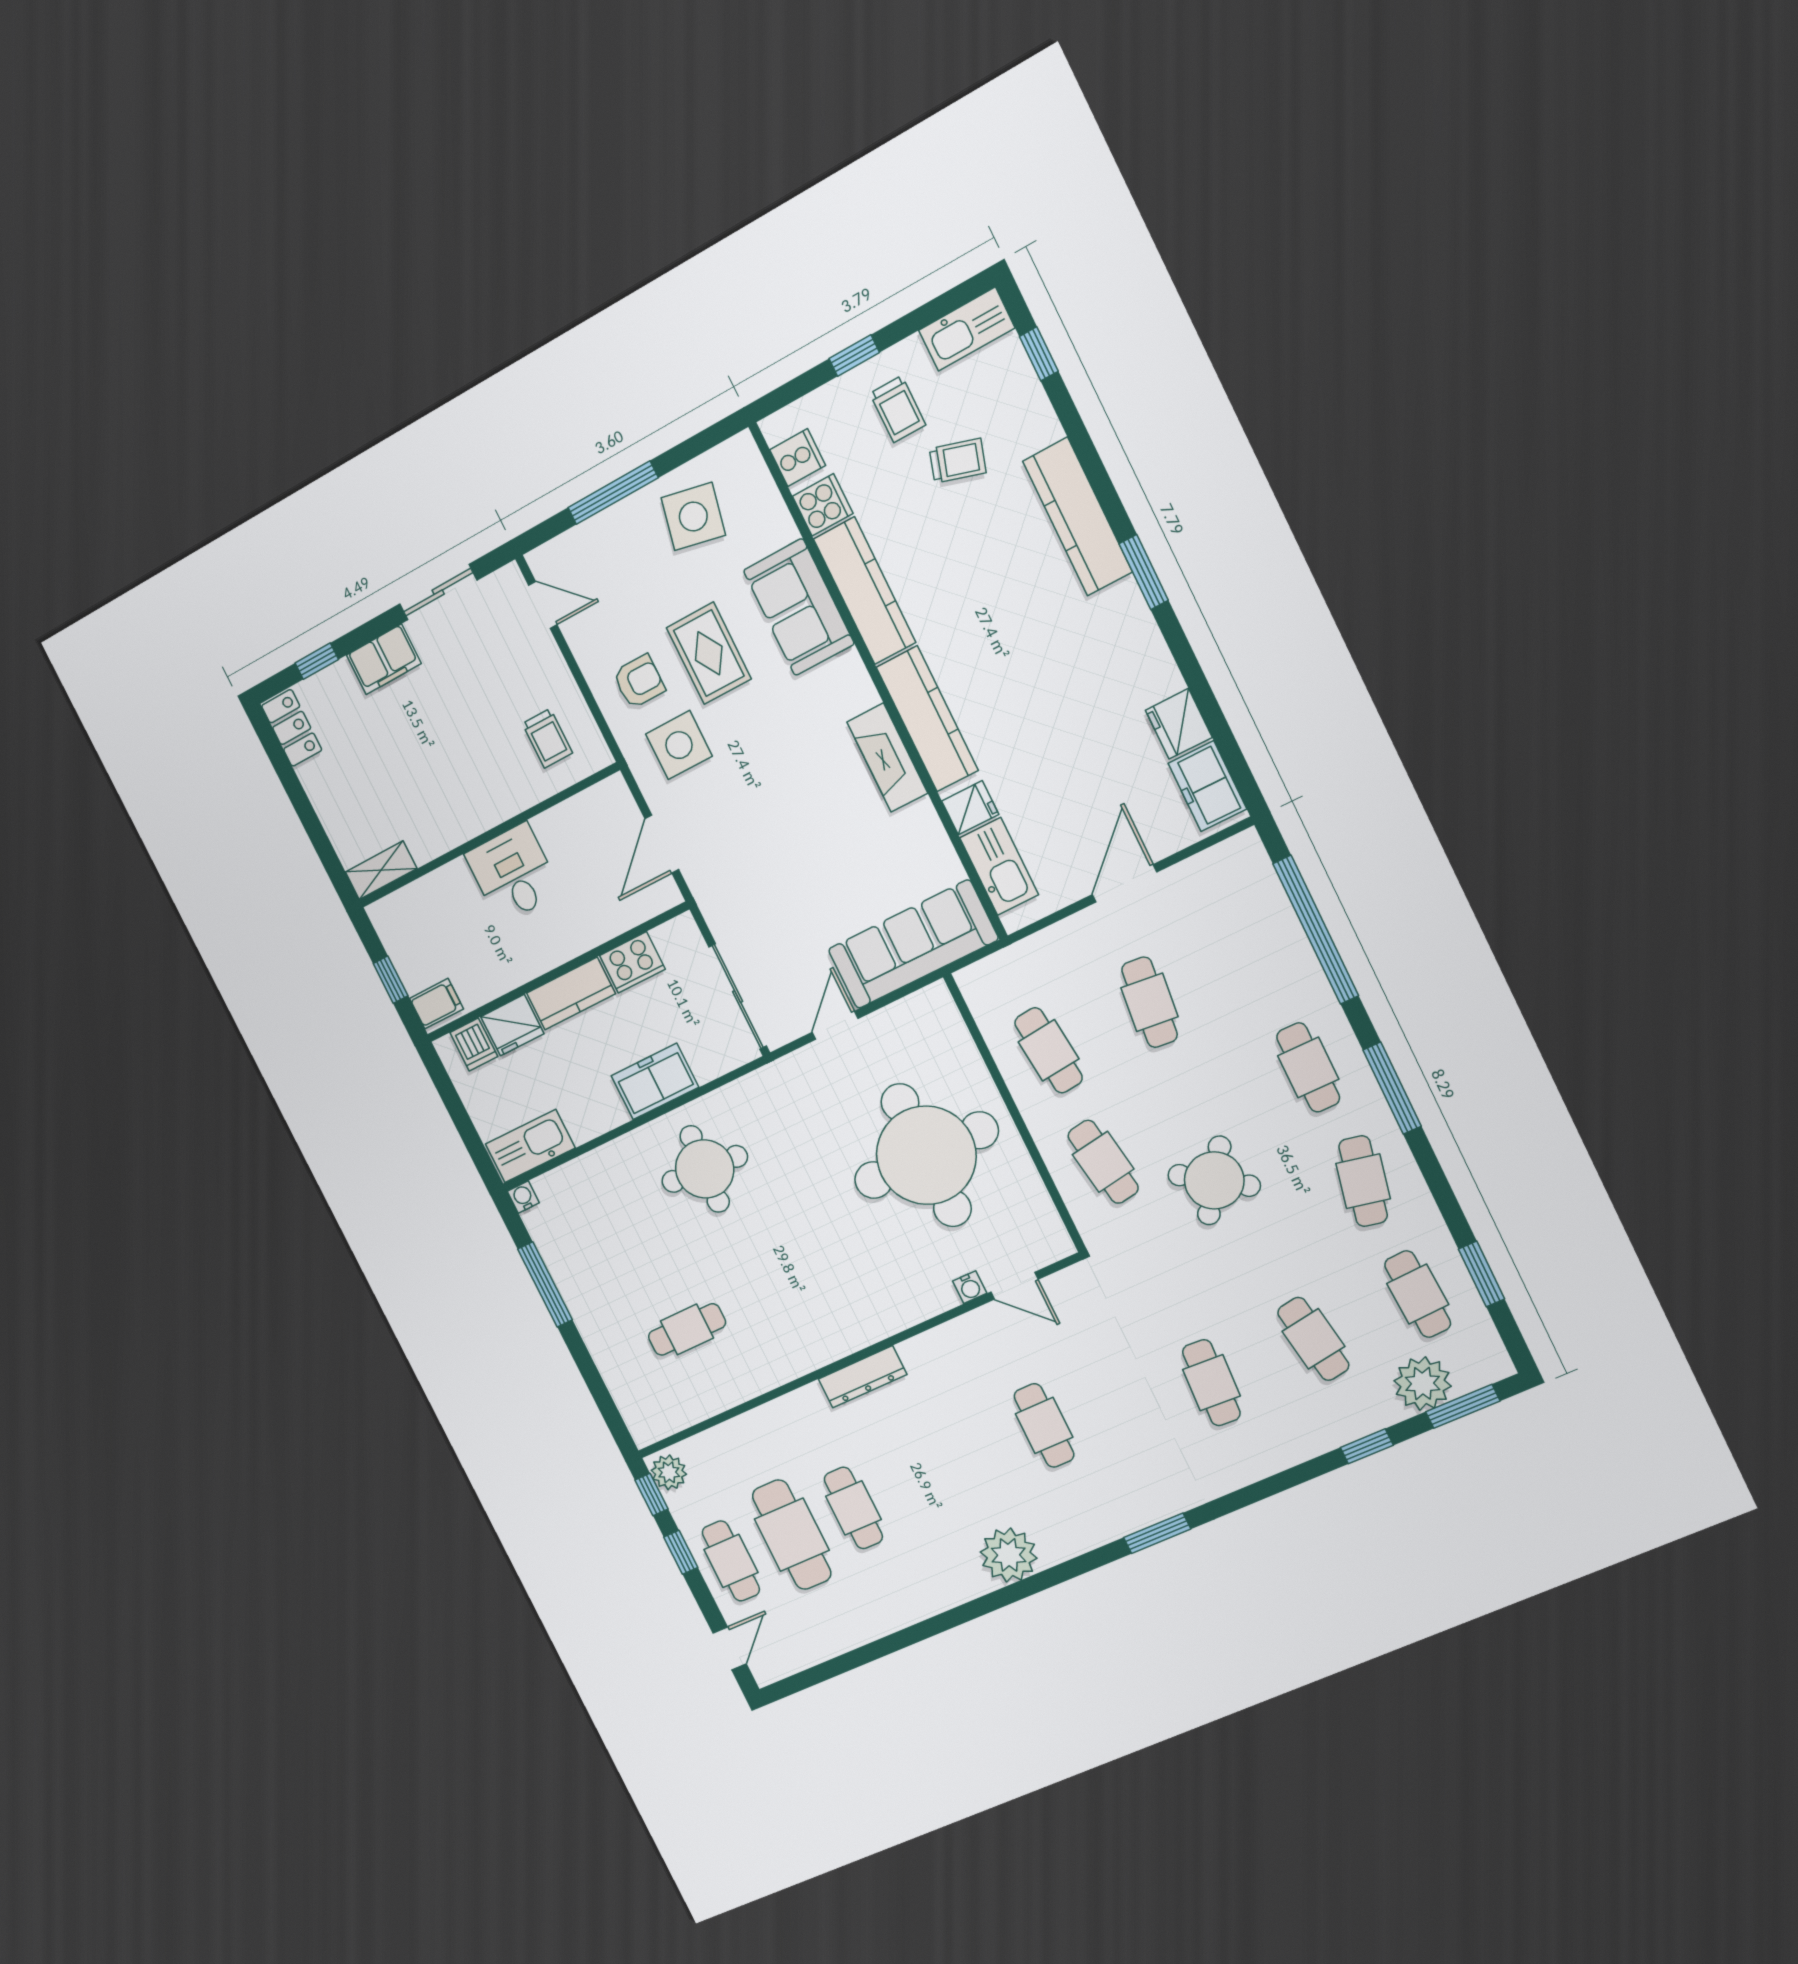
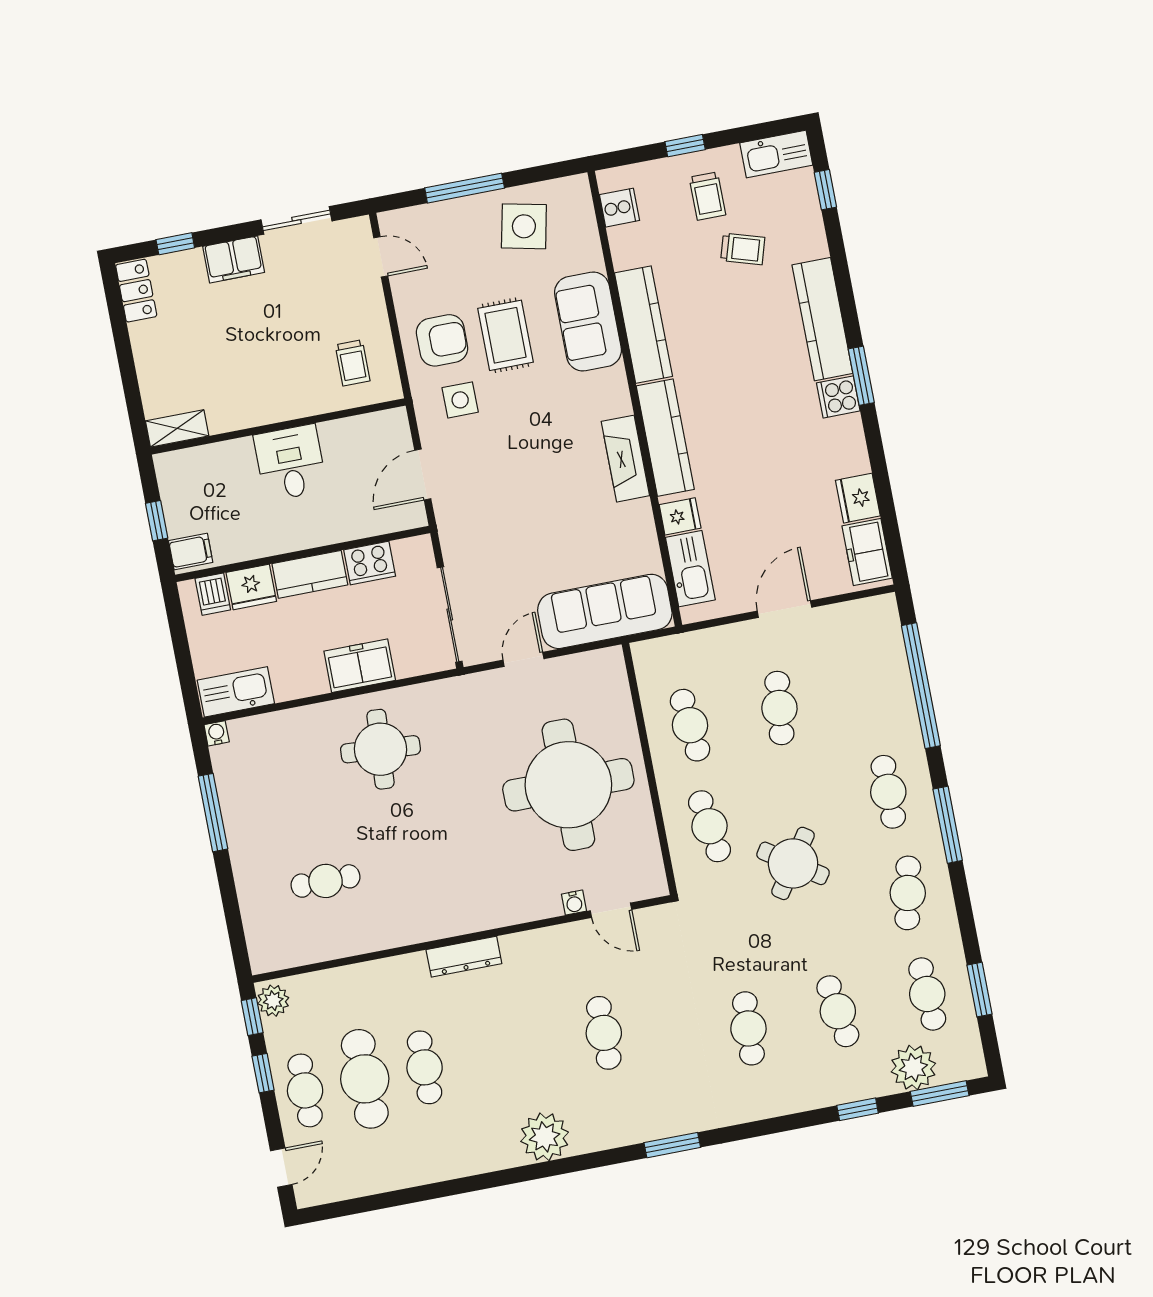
cooker: (823, 505) -> (838, 397), moved, turned 180
armchair: (639, 681) -> (442, 340), width x1.38, depth x1.38
side table: (679, 745) -> (460, 400), width x0.73, depth x0.73

